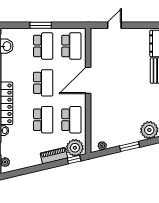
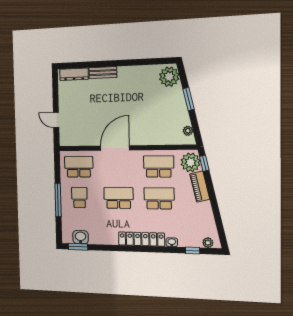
window: (41, 25) -> (58, 200), width x1.44
school desk: (43, 46) -> (79, 198), width x0.54
door: (88, 80) -> (115, 148), swing flipped

